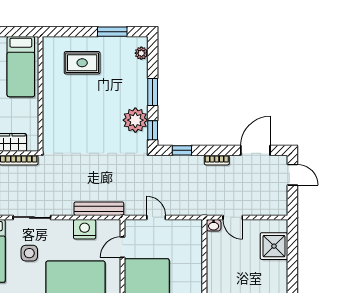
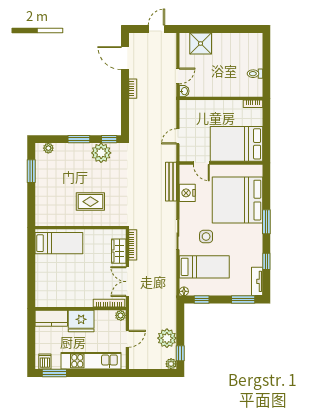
rug: (82, 63) -> (90, 202), moved, turned 90
window: (182, 150) -> (125, 116), removed
door: (292, 175) -> (156, 29), moved

